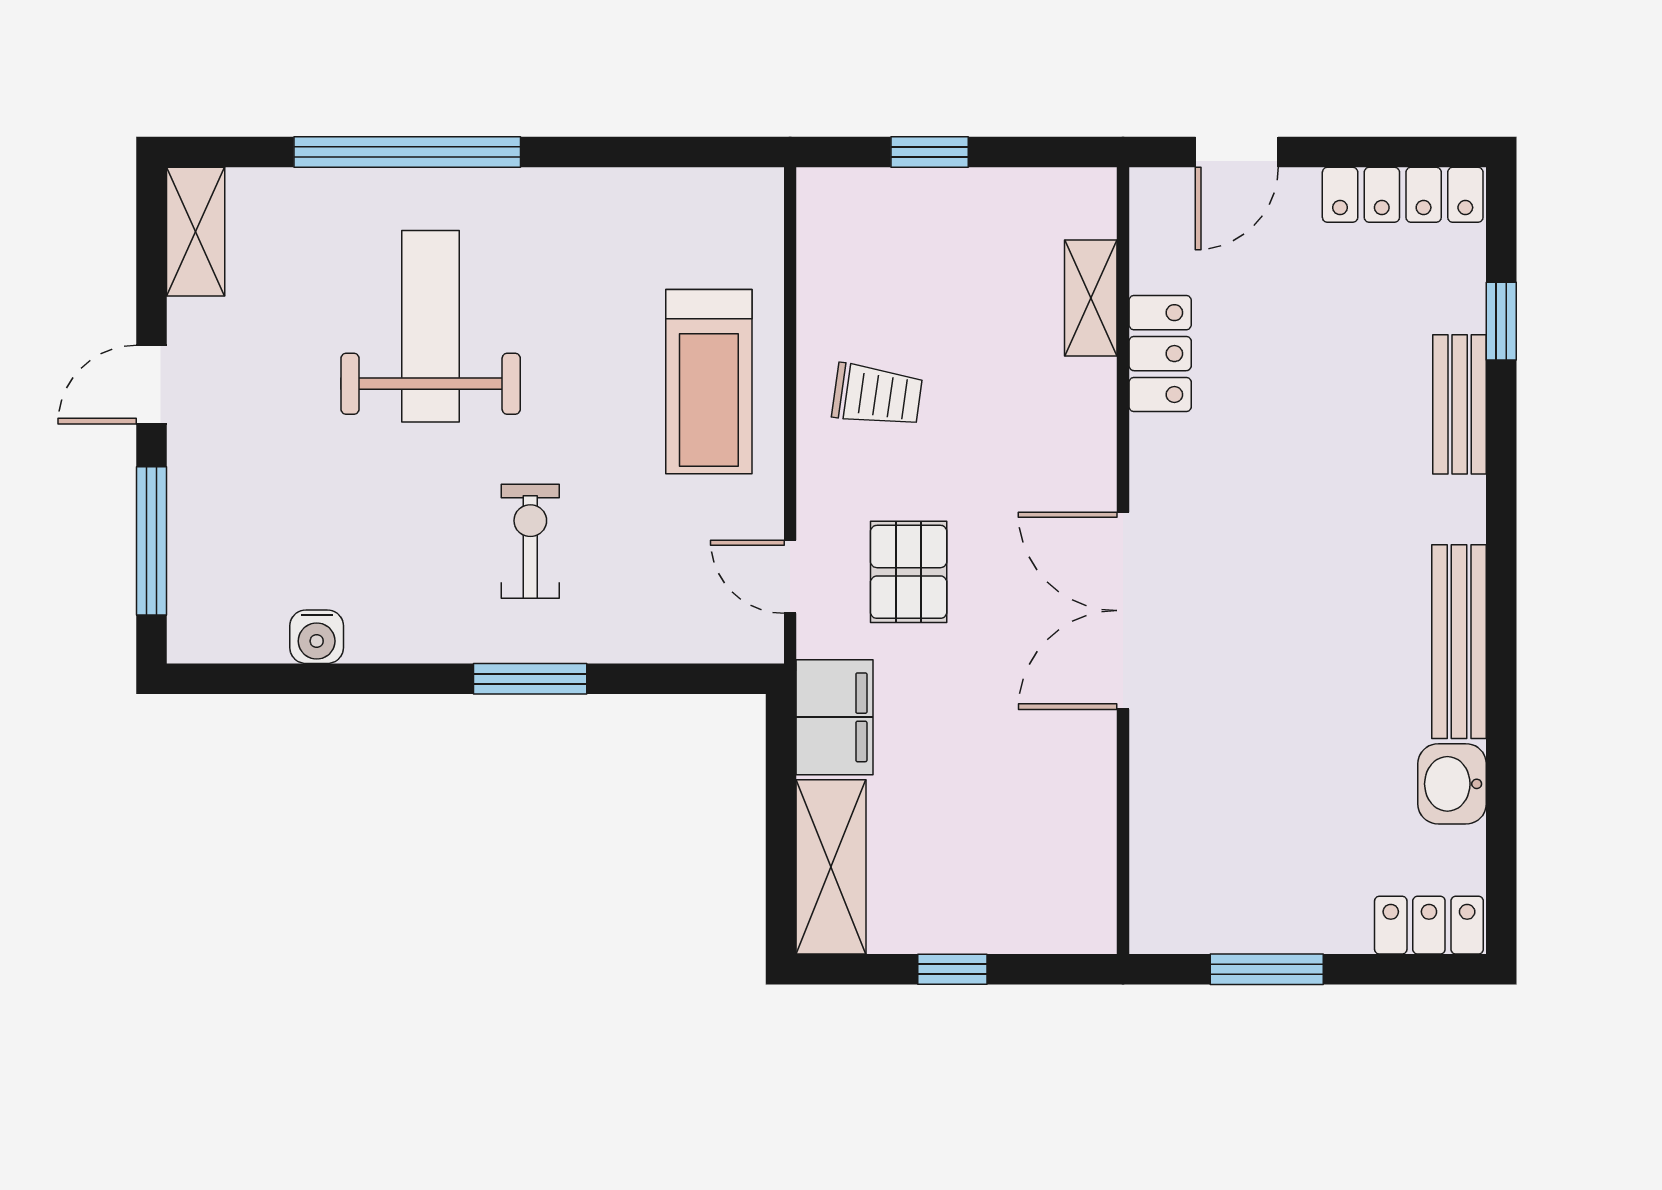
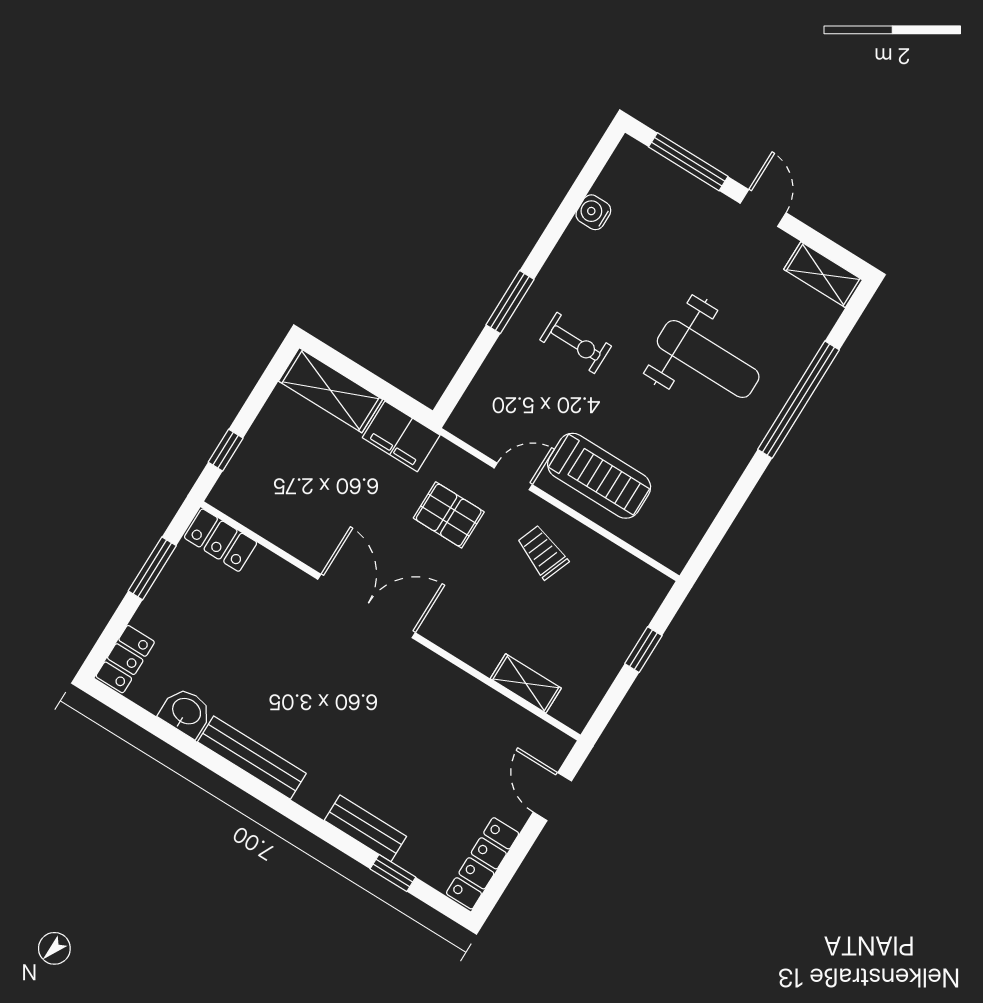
locker: (1160, 354) -> (221, 540), moved
treadmill: (709, 382) -> (599, 476), turned 180
trolley: (877, 395) -> (543, 552), turned 103
door: (790, 577) -> (513, 476), moved
window: (952, 969) -> (226, 450), moved

